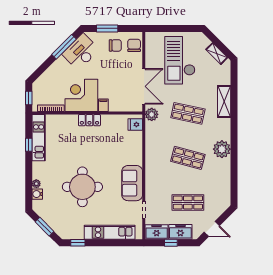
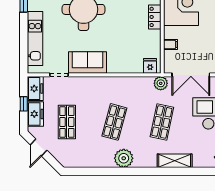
filing cabinet: (103, 105) -> (171, 45), moved

